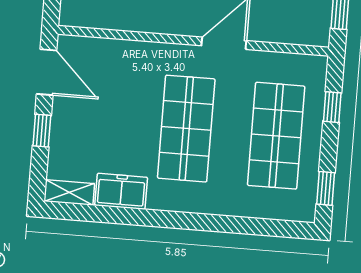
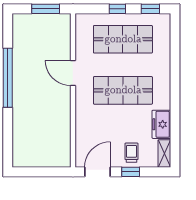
window: (332, 107) -> (117, 9), moved
trolley: (75, 135) -> (131, 153), added

